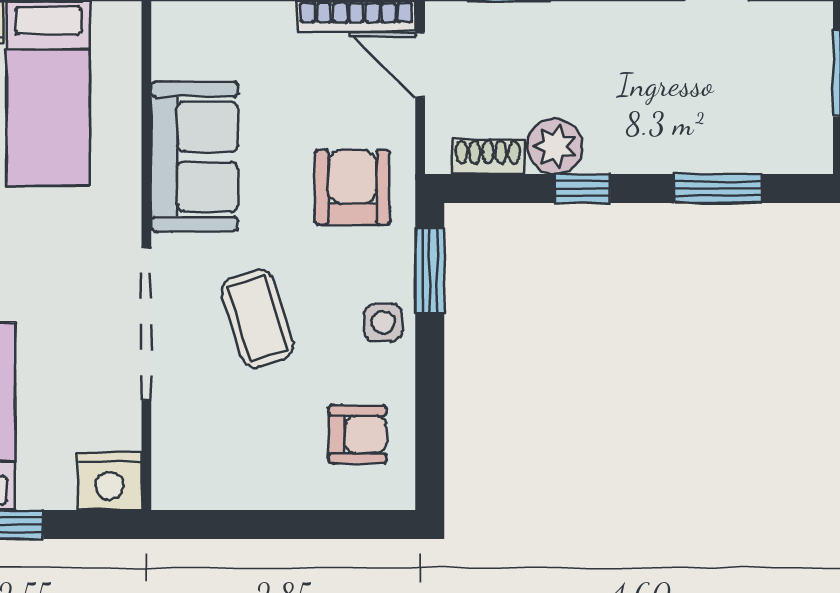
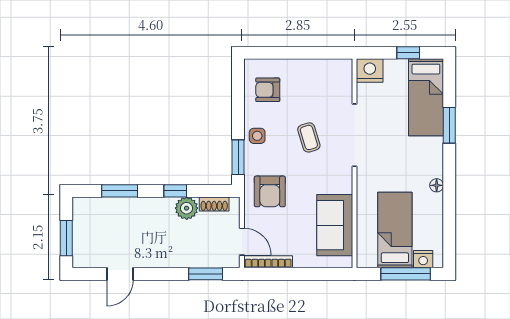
sofa: (195, 157) -> (335, 225), moved
coffee table: (257, 318) -> (309, 137), width x0.73, depth x0.77

